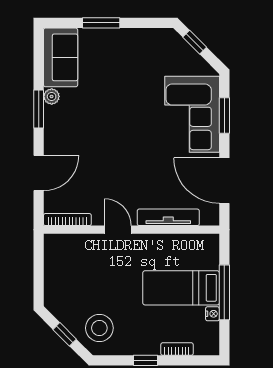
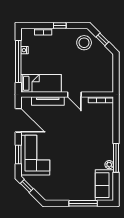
window: (101, 23) -> (83, 203), width x1.44
window: (195, 42) -> (27, 186), moved
window: (39, 109) -> (116, 158), width x1.44
door: (39, 173) -> (116, 124), removed
bed: (181, 288) -> (41, 83), moved
window: (224, 292) -> (18, 61), width x1.46

